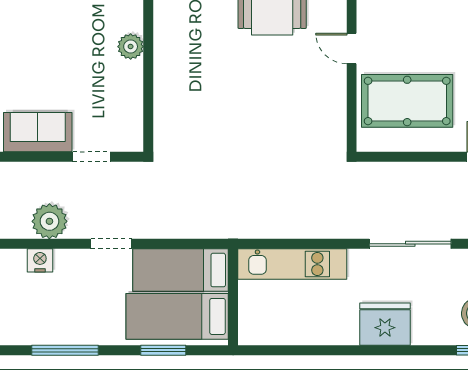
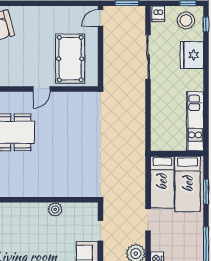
plant: (131, 47) -> (55, 209), moved
kitchen unit: (292, 264) -> (195, 121), moved, turned 180
fridge: (385, 324) -> (192, 55), moved

